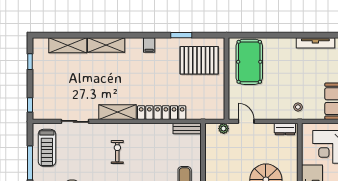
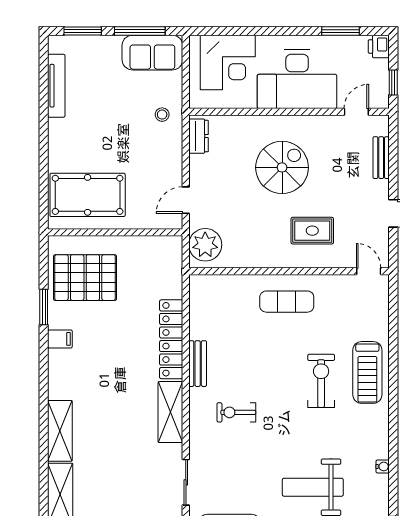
filing cabinet: (149, 45) -> (60, 339), moved
pallet: (199, 60) -> (85, 278), turned 90
bench: (187, 129) -> (198, 364), moved
plant: (224, 129) -> (205, 245), width x1.87, depth x1.87

